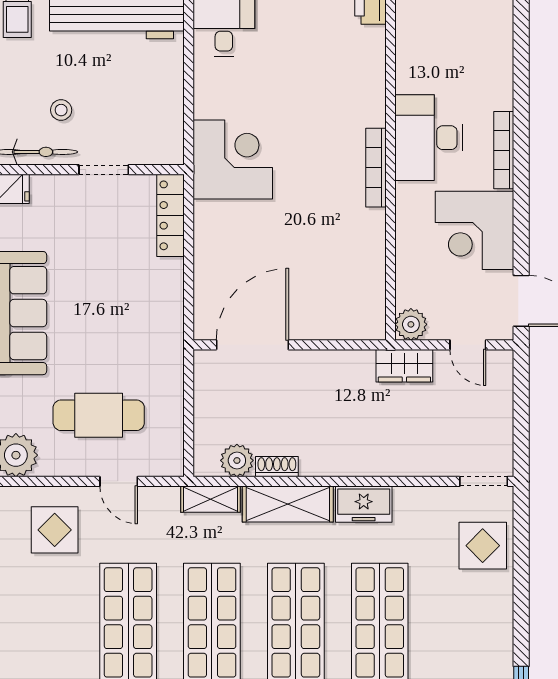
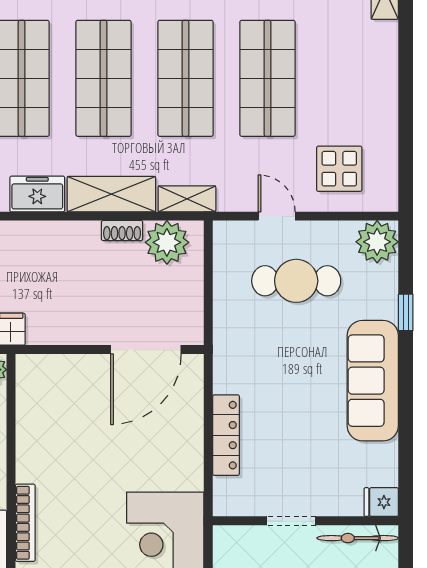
locker: (170, 215) -> (226, 435), moved
plant: (237, 460) -> (167, 242), width x1.36, depth x1.36

